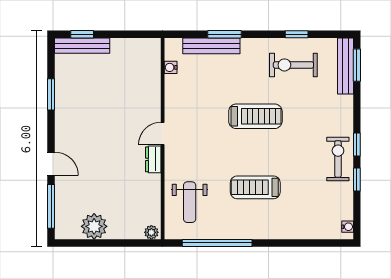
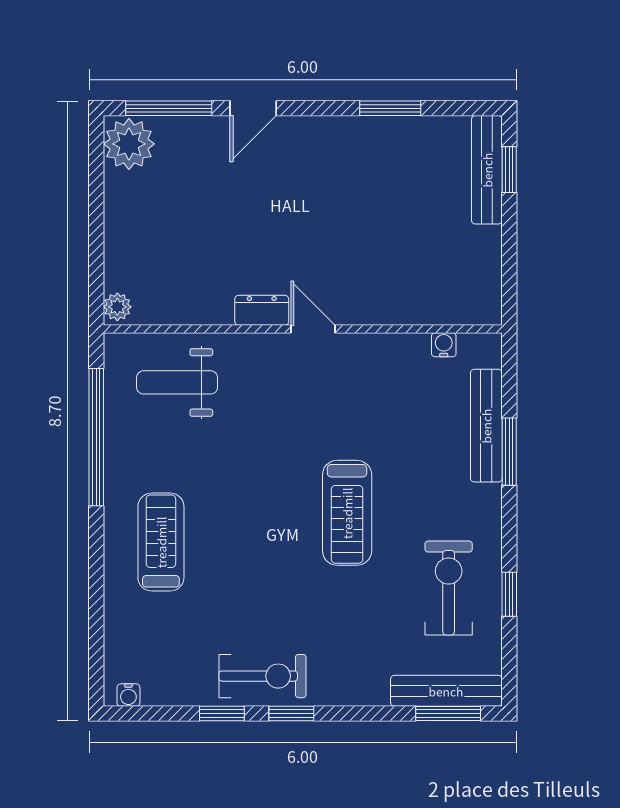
treadmill: (255, 187) -> (161, 542), moved
plant: (94, 226) -> (129, 144), moved

